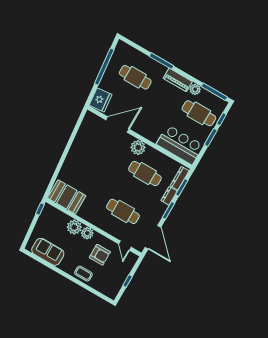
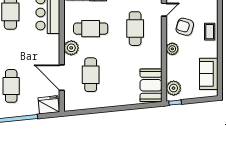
cafe table: (106, 151) -> (91, 75), added
cafe table: (145, 174) -> (91, 29), turned 90
plant: (74, 227) -> (174, 88), moved
armchair: (100, 255) -> (185, 27), turned -74

